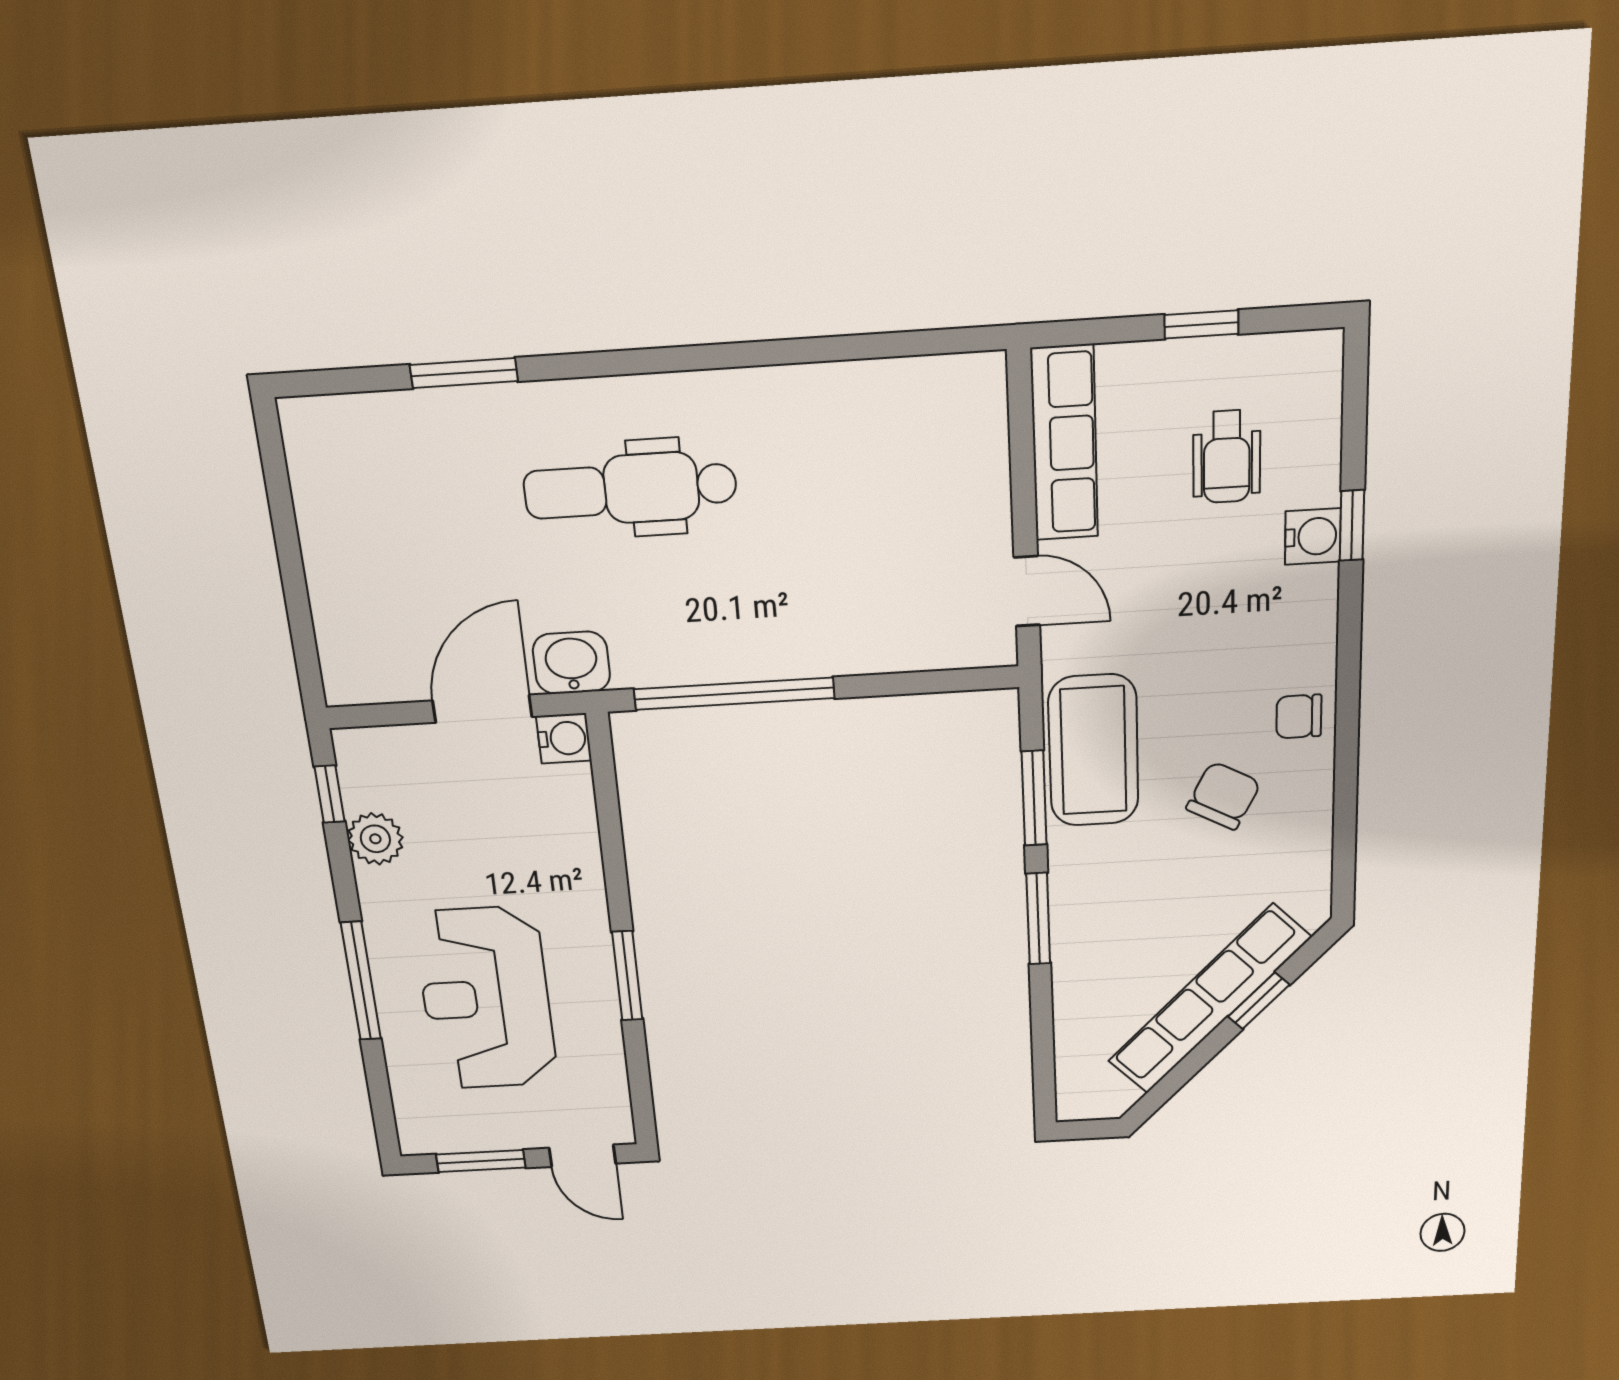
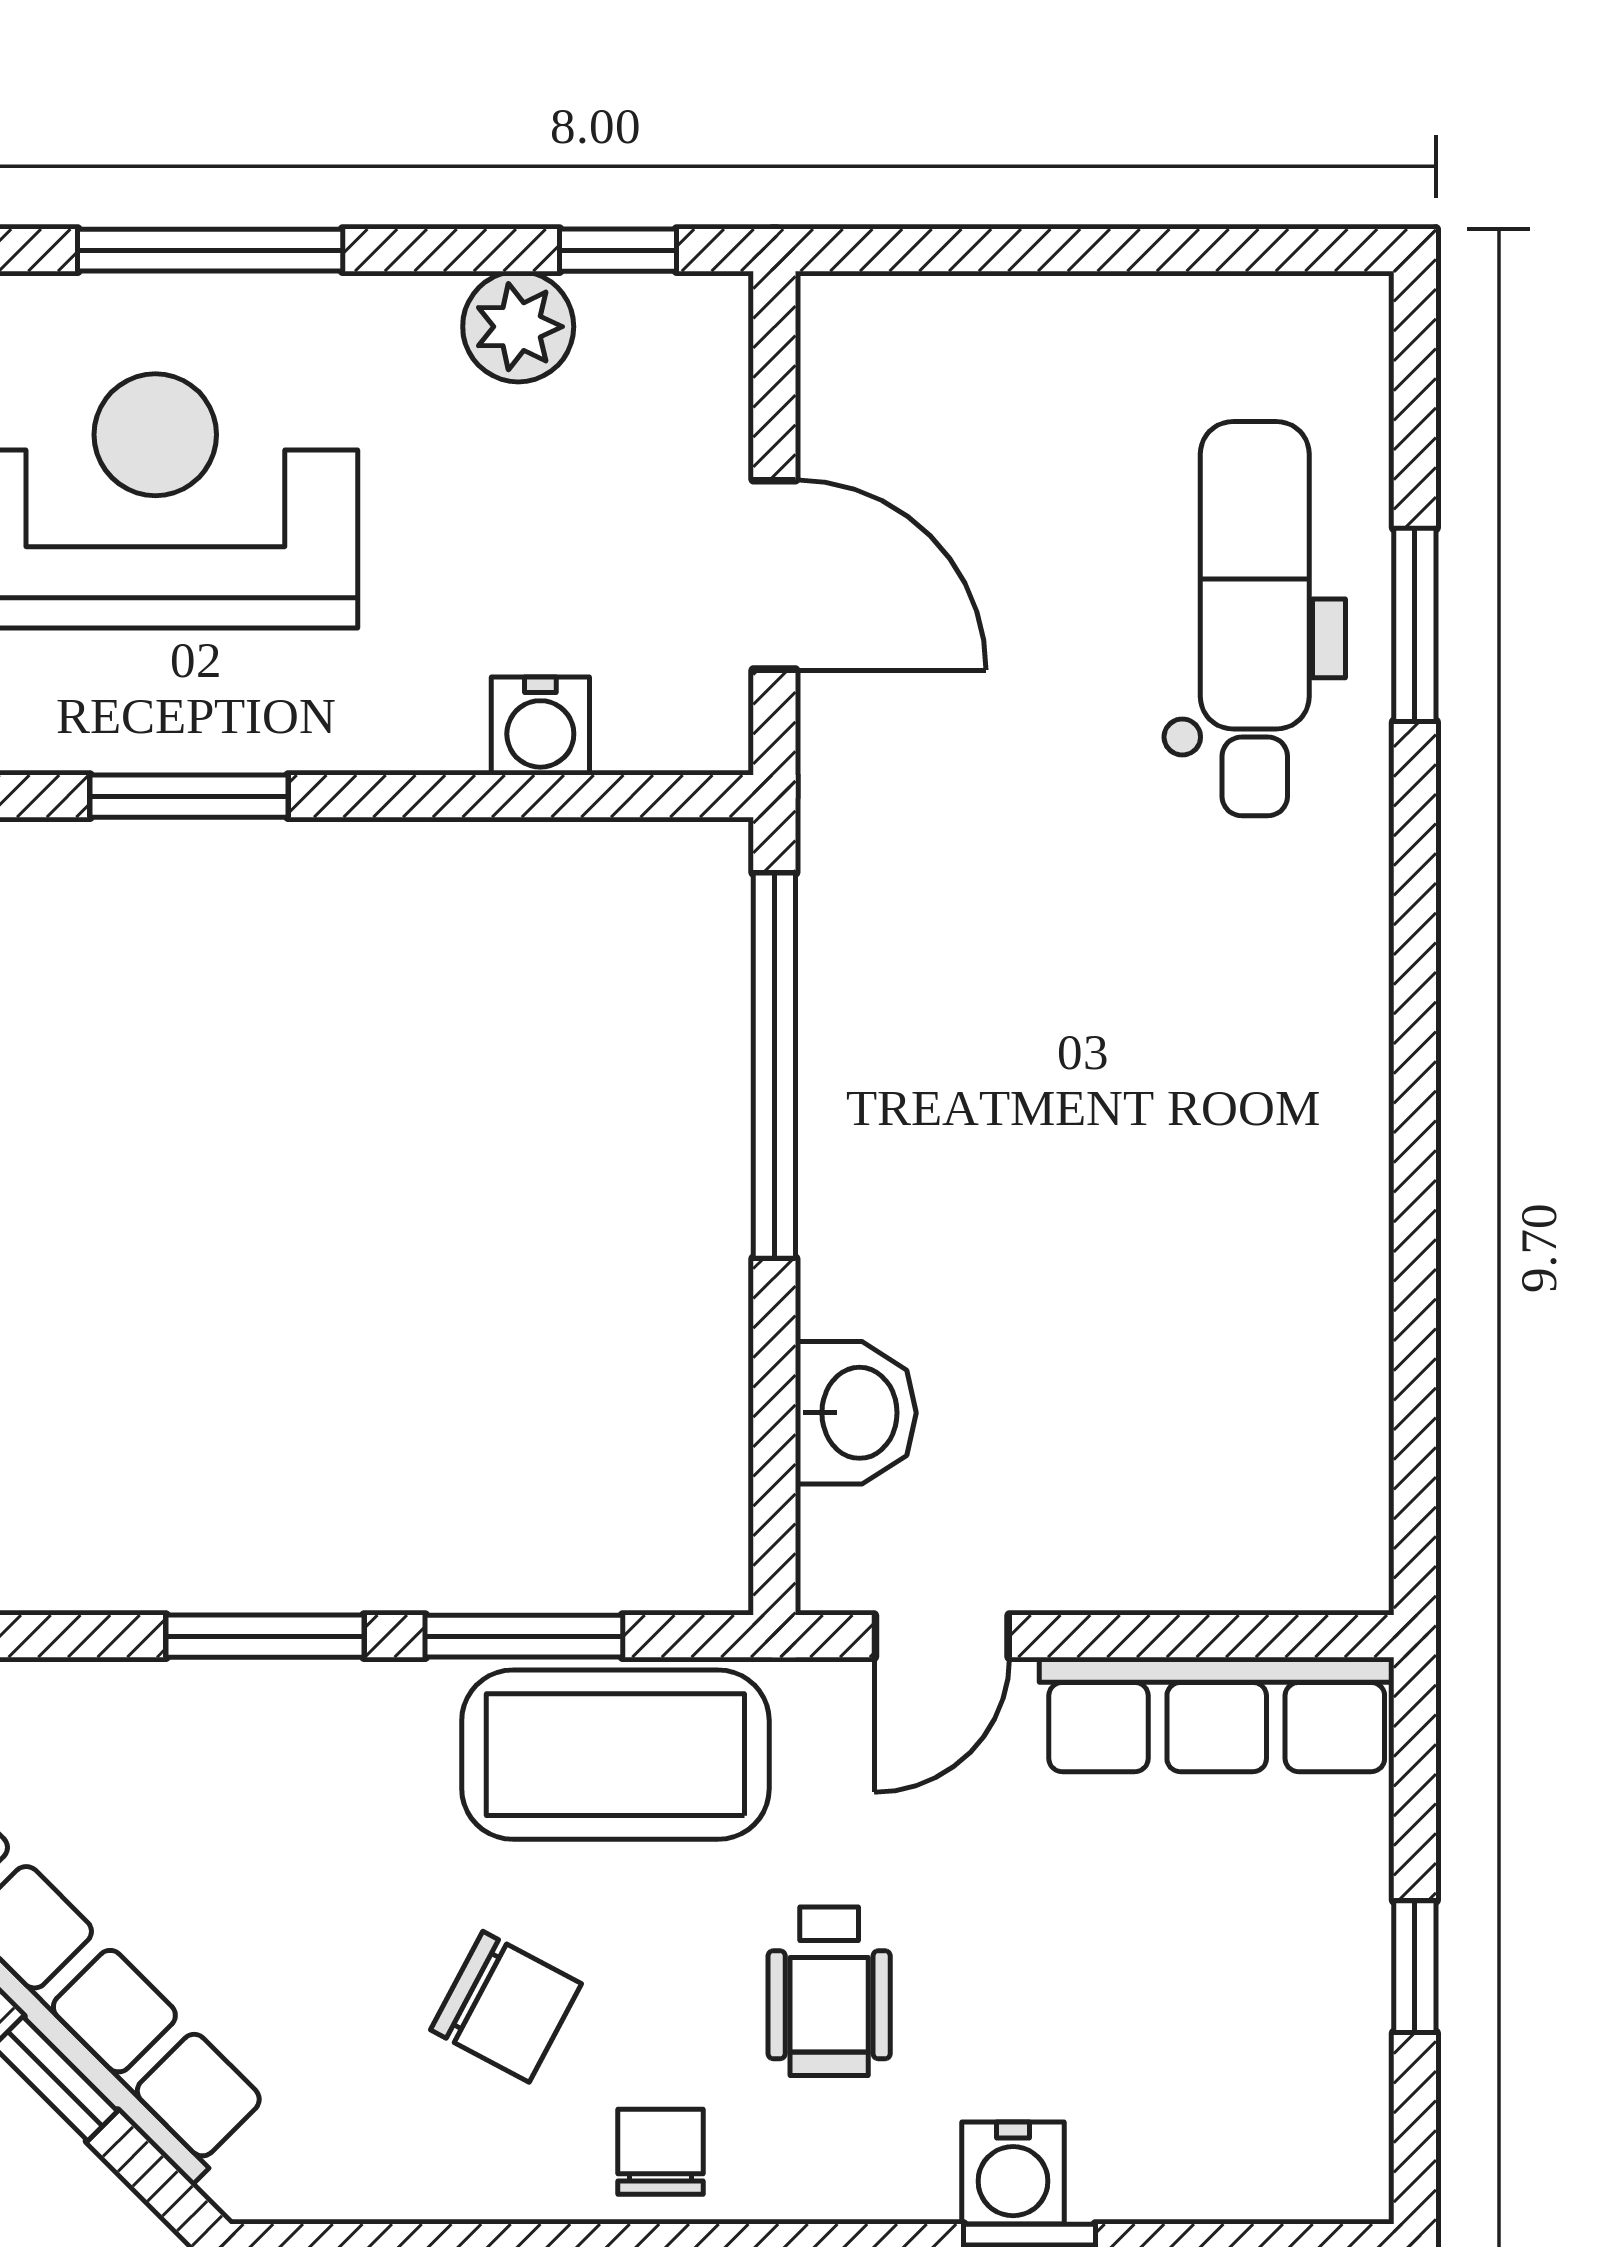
wheelchair: (1227, 457) -> (829, 1991), moved, turned -90
dental chair: (630, 489) -> (1255, 619), moved
washbasin: (571, 663) -> (856, 1413), moved
water cooler: (564, 738) -> (540, 726), moved

